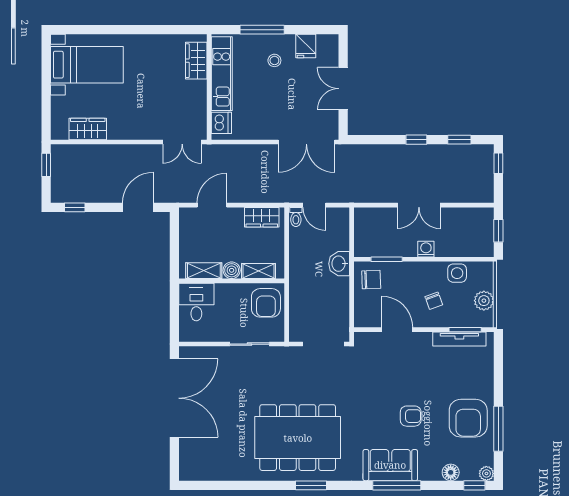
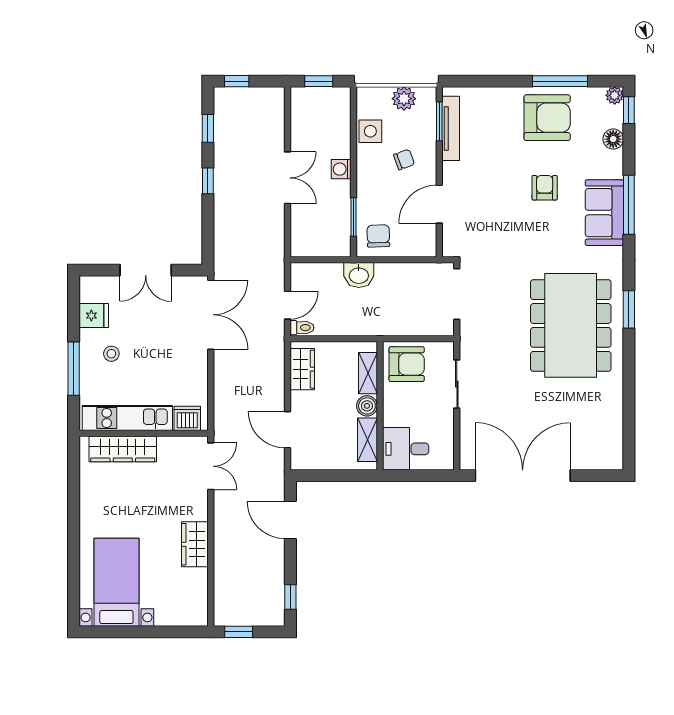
wardrobe: (196, 61) -> (123, 449), width x1.50
wardrobe: (88, 129) -> (195, 544), moved

